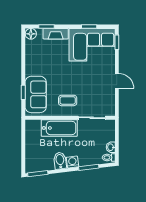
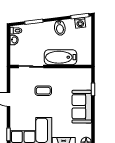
sofa: (36, 94) -> (82, 107), moved
coffee table: (68, 100) -> (43, 91), moved
washing machine: (72, 162) -> (80, 23), moved

